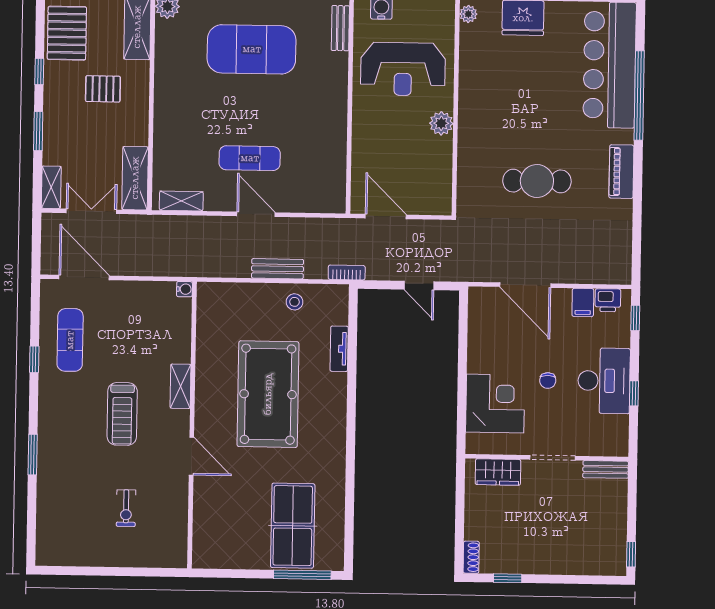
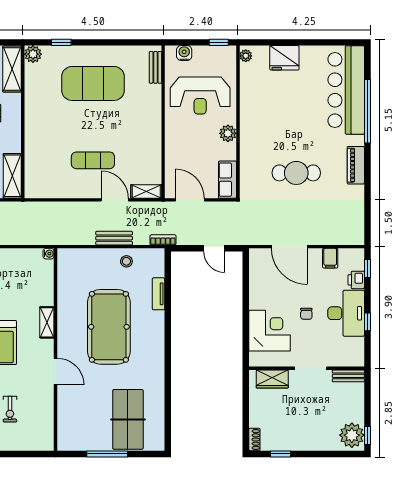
row of seats: (439, 189) -> (227, 180), added
shelving: (181, 201) -> (146, 191), moved
door: (256, 214) -> (115, 200), moved
printer: (608, 300) -> (356, 280), moved, turned 90
plant: (609, 554) -> (352, 435), added
window: (302, 575) -> (107, 454), moved

